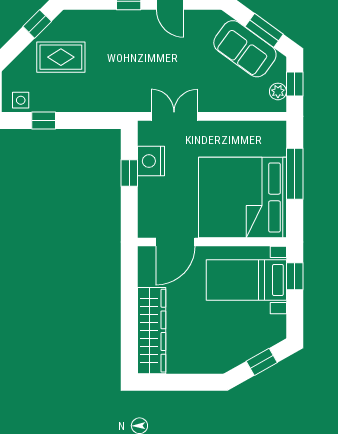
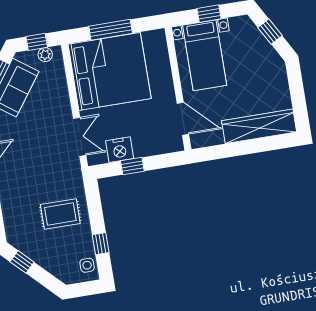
rug: (61, 57) -> (60, 214), moved, turned 90
double door: (174, 116) -> (80, 137), swing flipped
bed: (243, 198) -> (110, 71), moved, turned -90
window: (295, 276) -> (209, 14), moved

